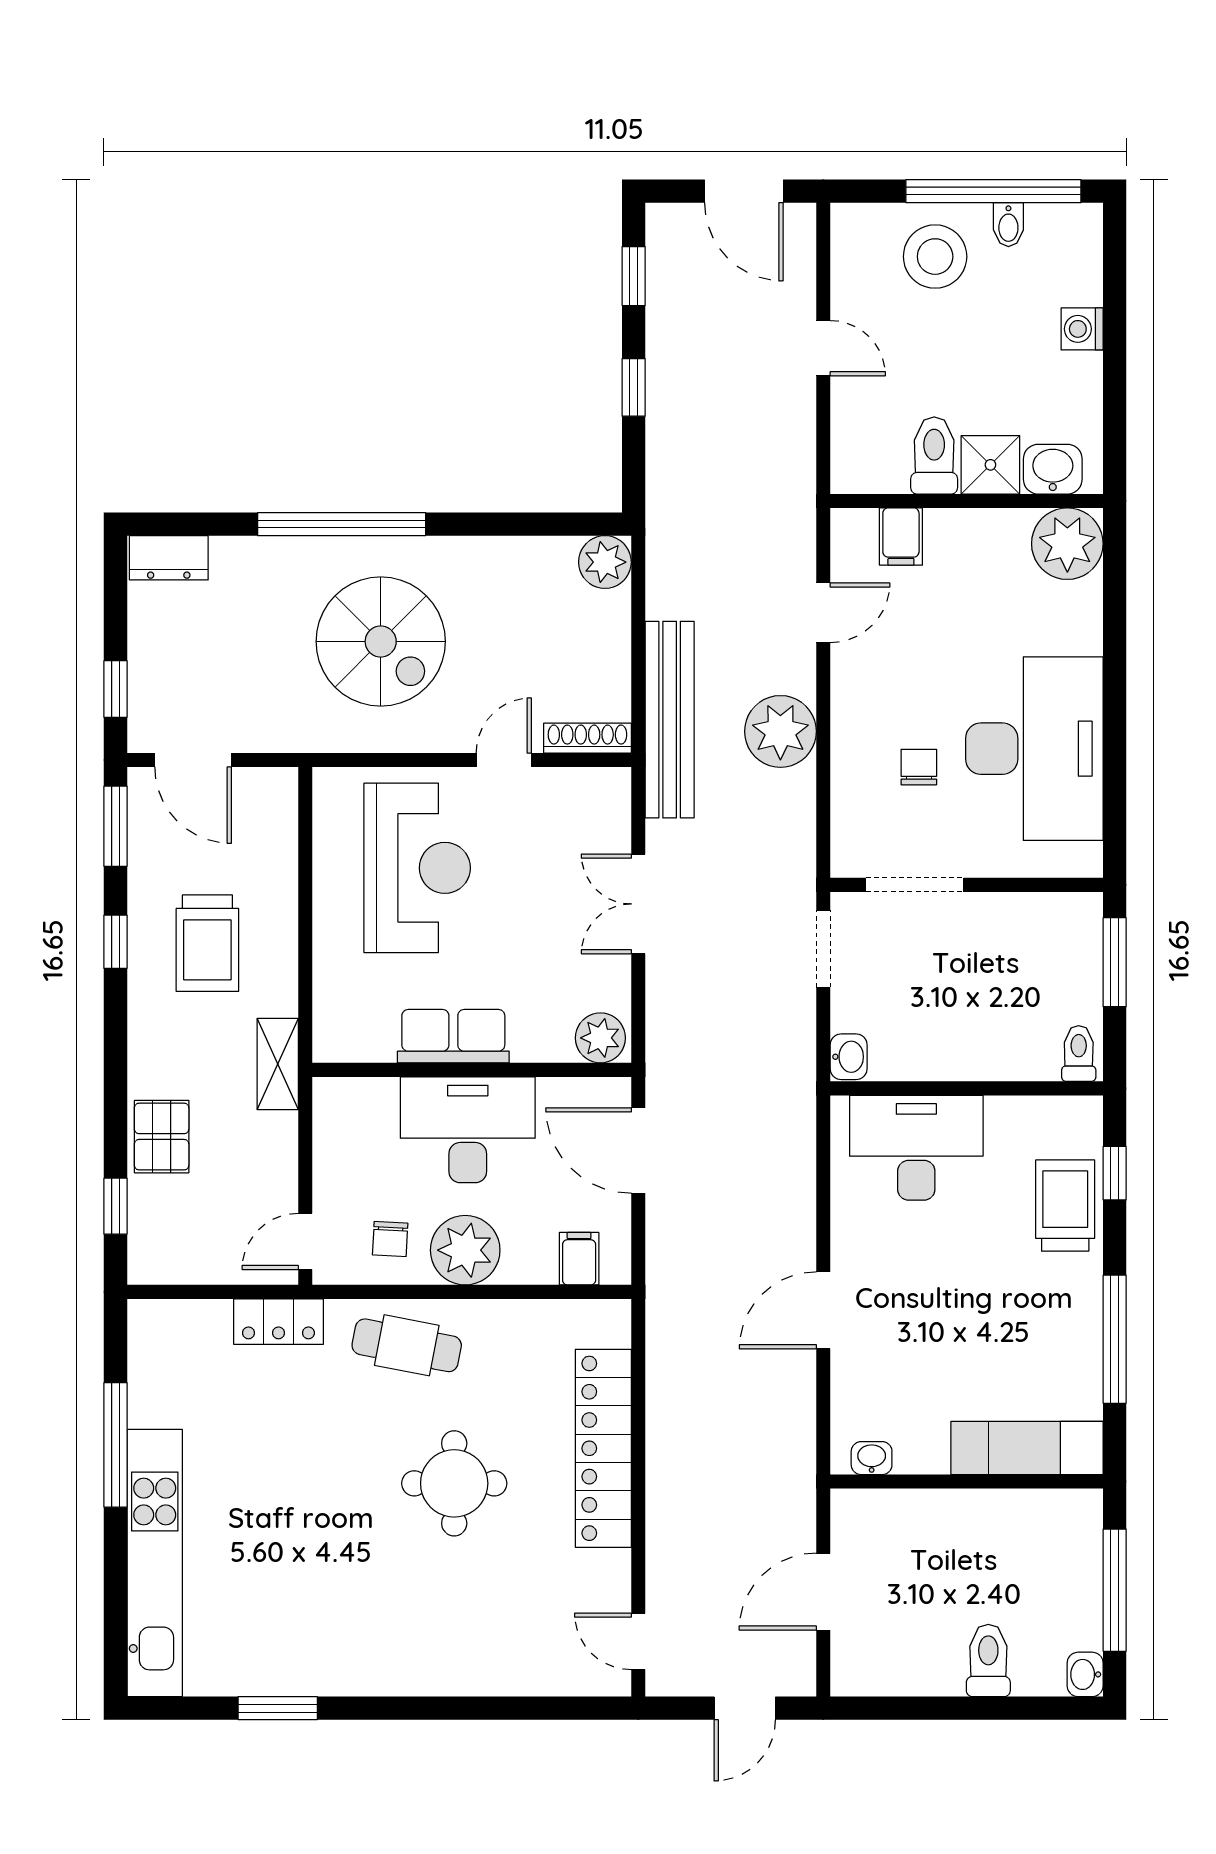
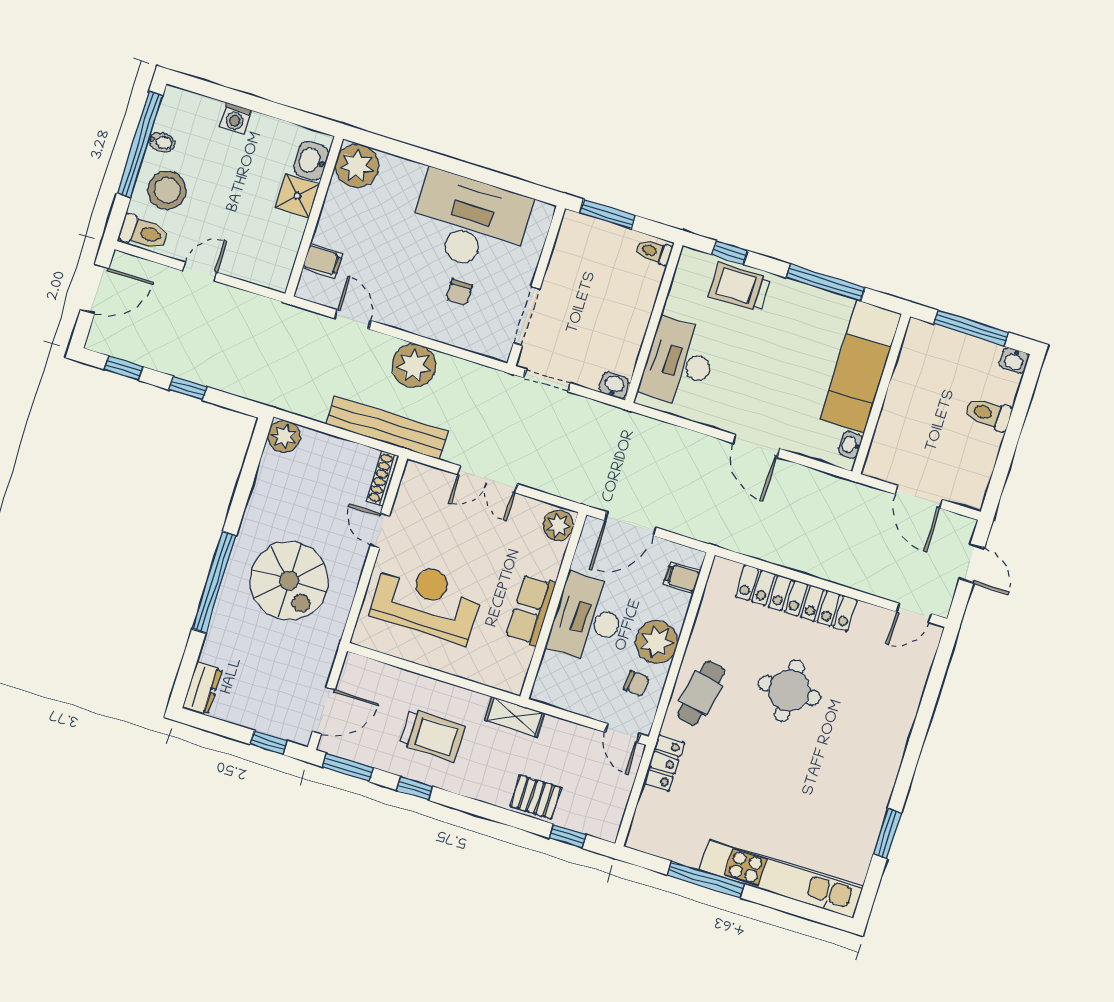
toilet: (934, 455) -> (144, 233), moved, turned 180
spiral stairs: (381, 641) -> (289, 581), turned 90
chair: (919, 767) -> (459, 292), turned -90
exam couch: (1027, 1448) -> (861, 367), width x1.36, depth x1.45

